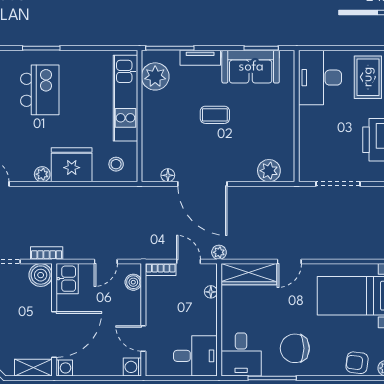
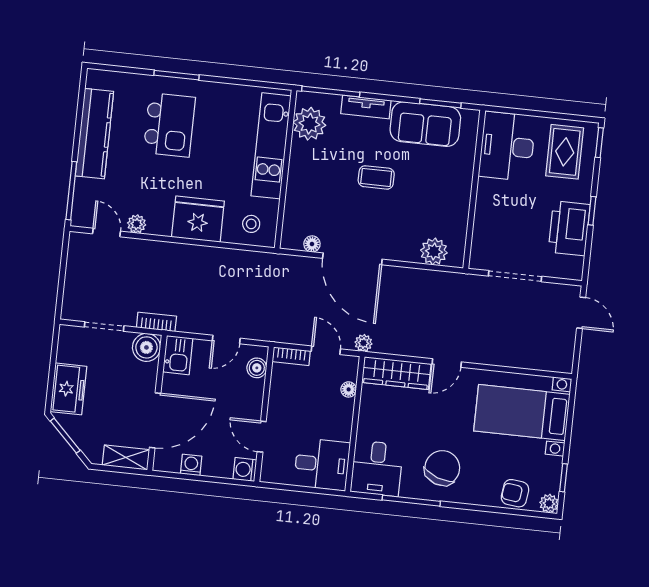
plant: (42, 174) -> (137, 224), moved
chair: (295, 348) -> (442, 468), turned 110
washing machine: (64, 368) -> (191, 465), moved, turned -90

